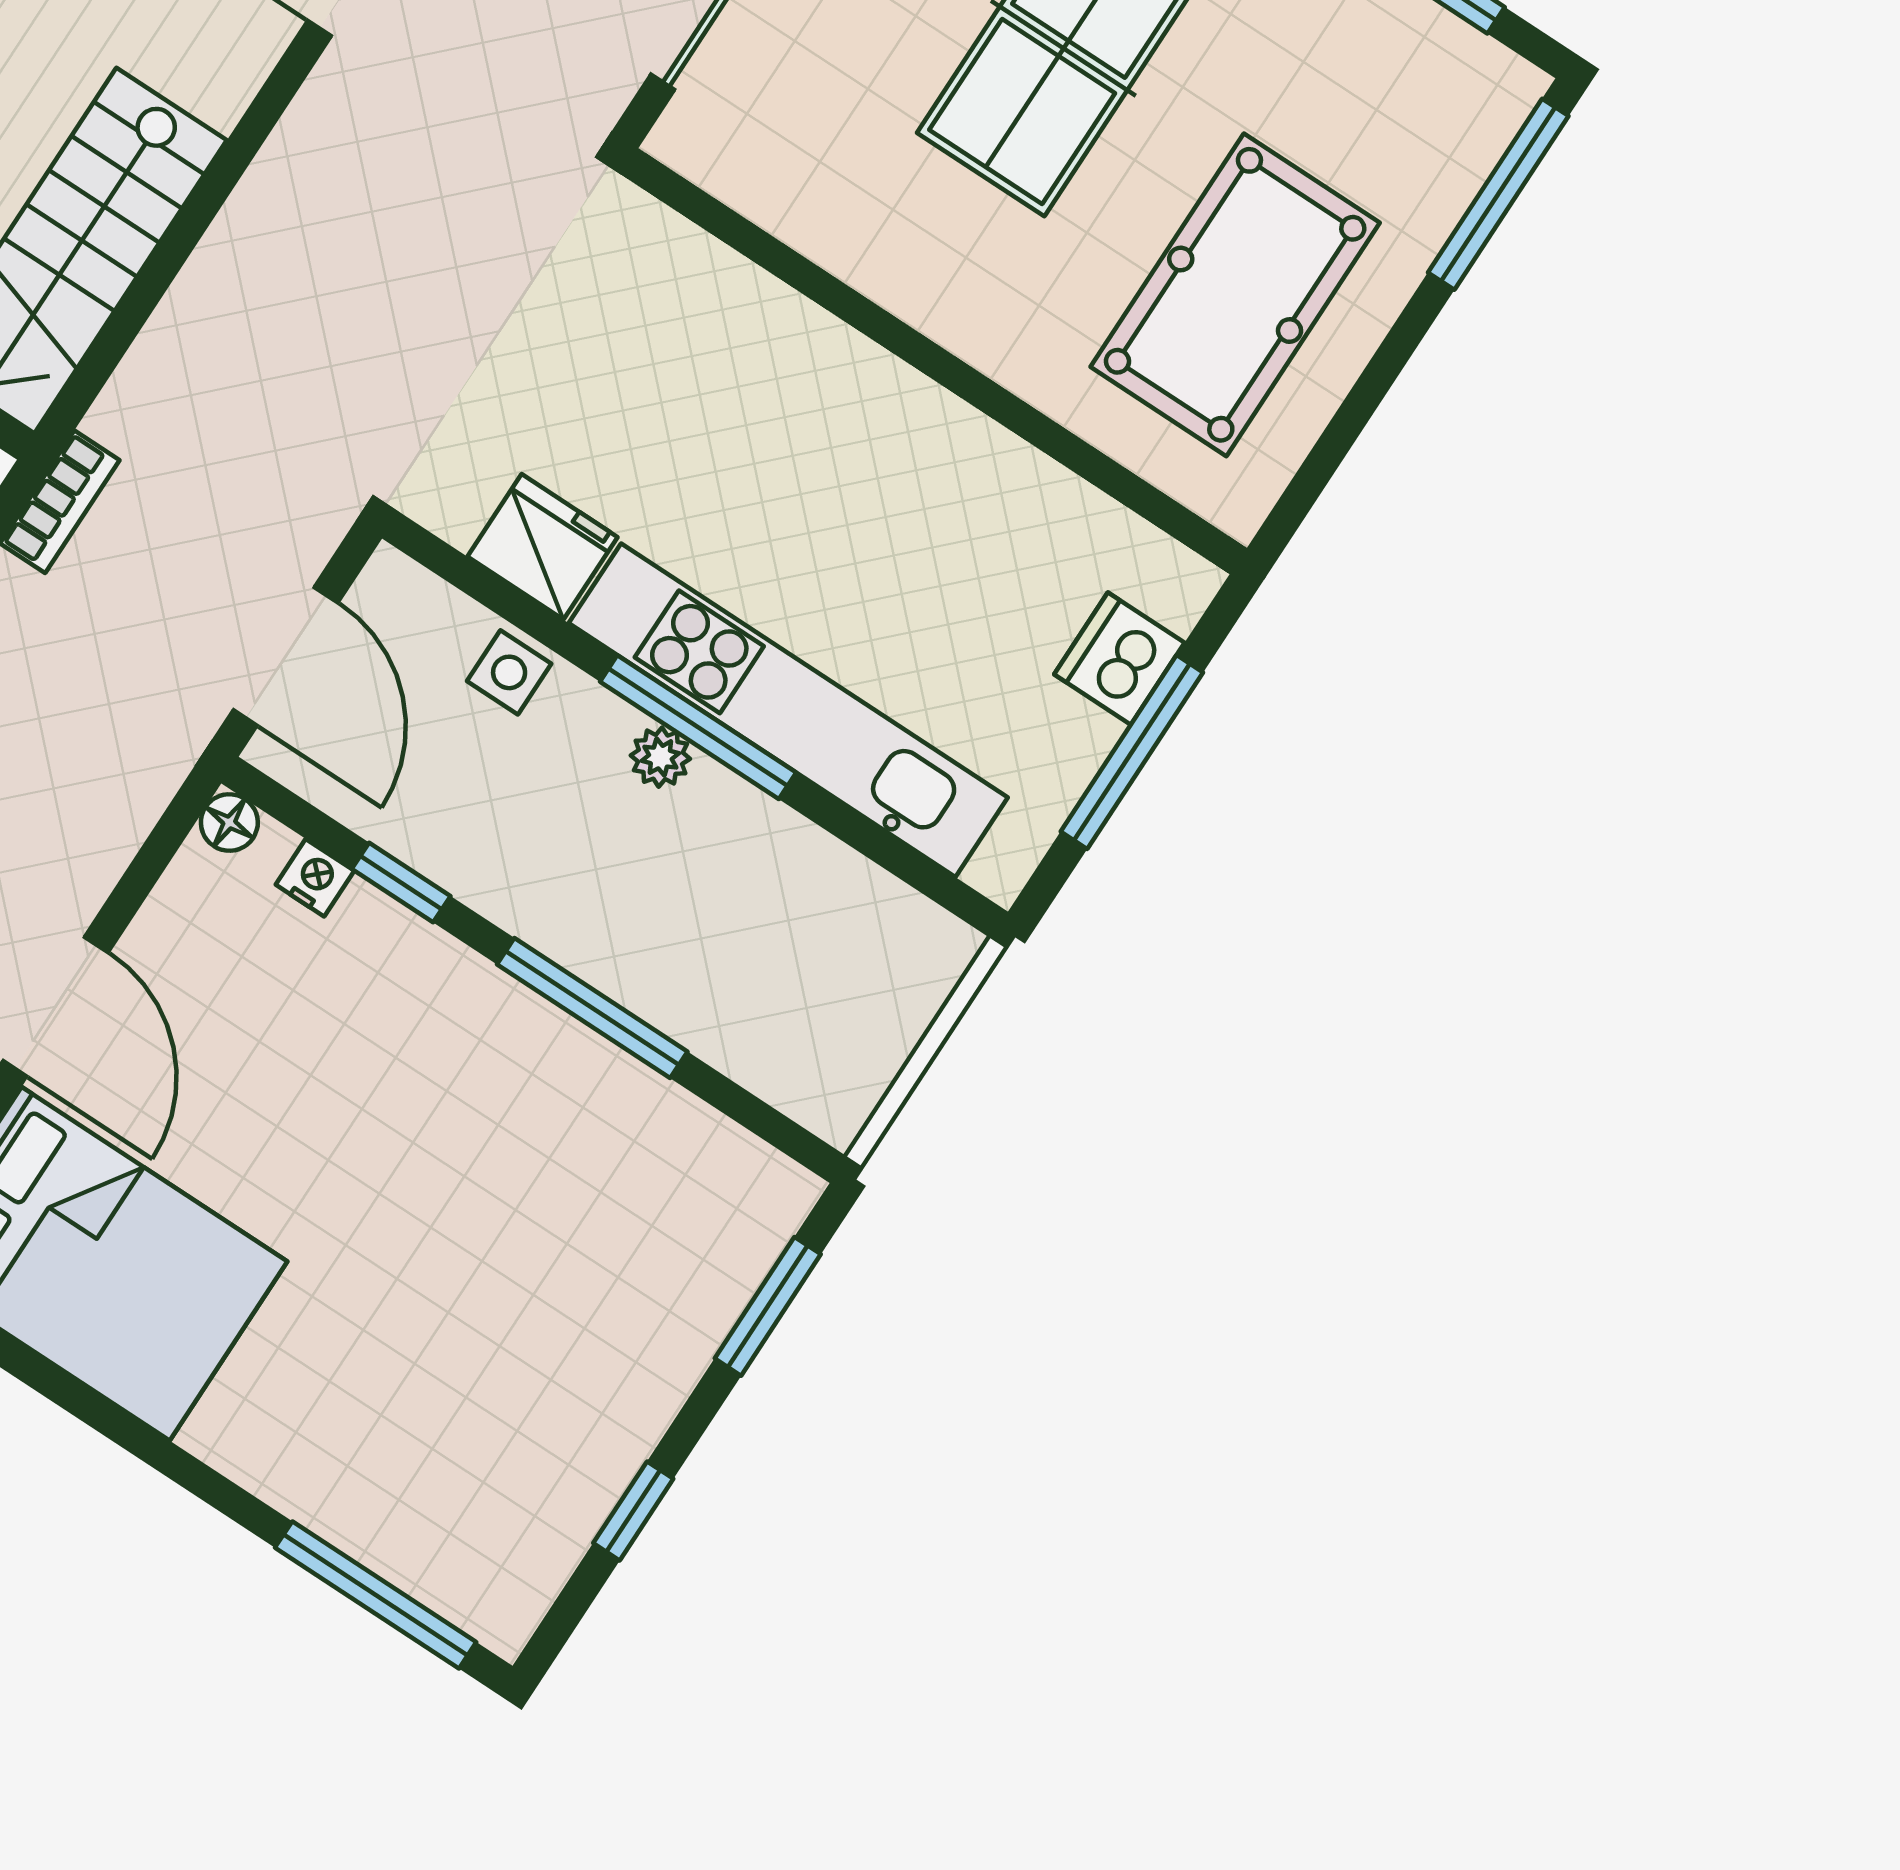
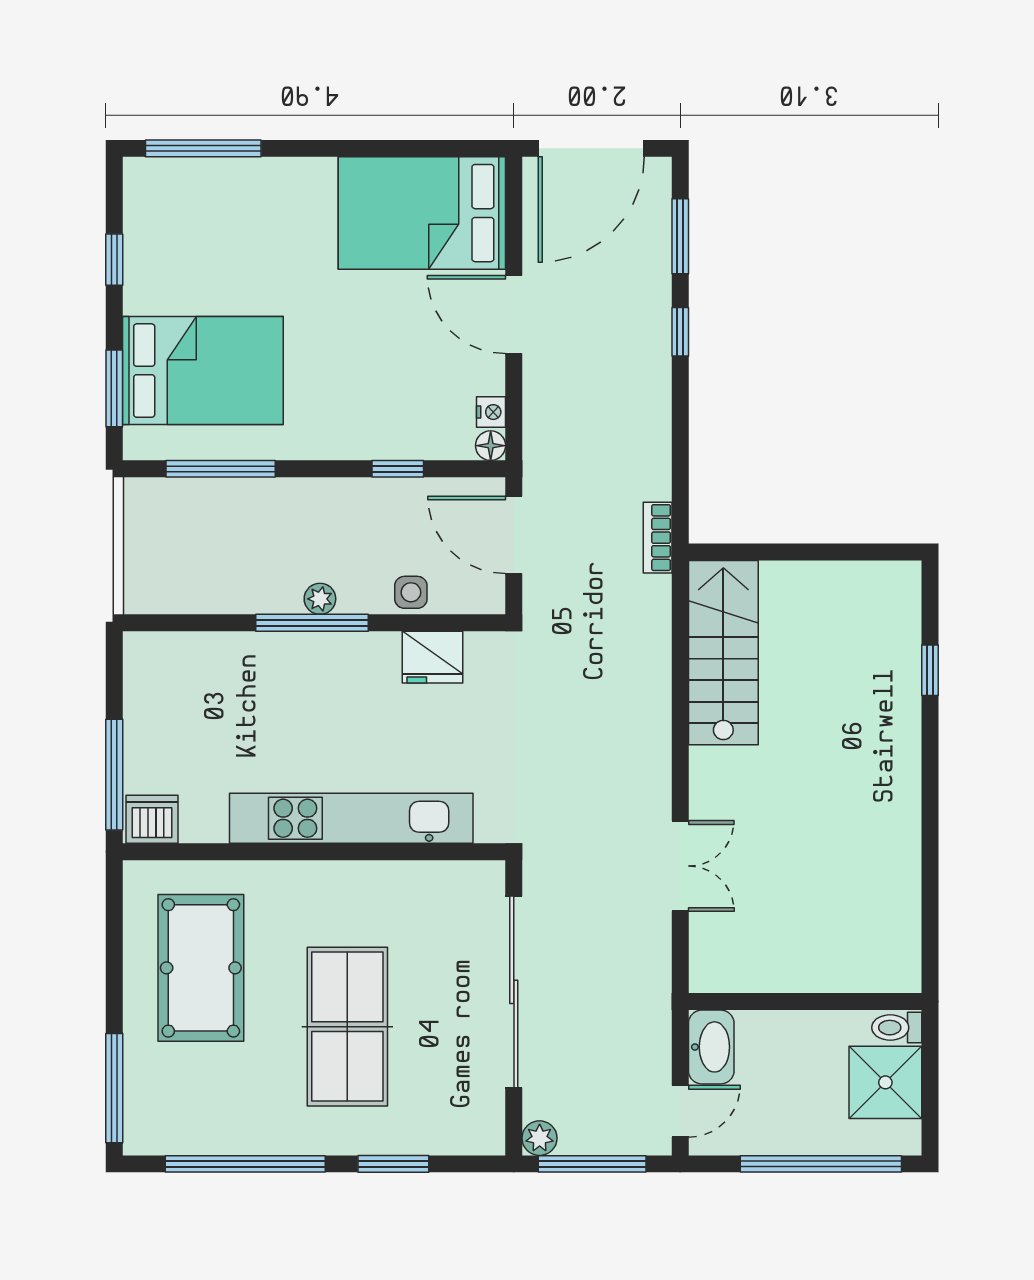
dishwasher: (1119, 659) -> (152, 819), moved, turned -90
kitchen unit: (788, 710) -> (351, 818), moved, turned 180
window: (1132, 752) -> (114, 775), moved
nightstand: (315, 878) -> (491, 412), moved, turned -90
window: (592, 1008) -> (221, 469), moved
bed: (608, 1242) -> (203, 371), added

